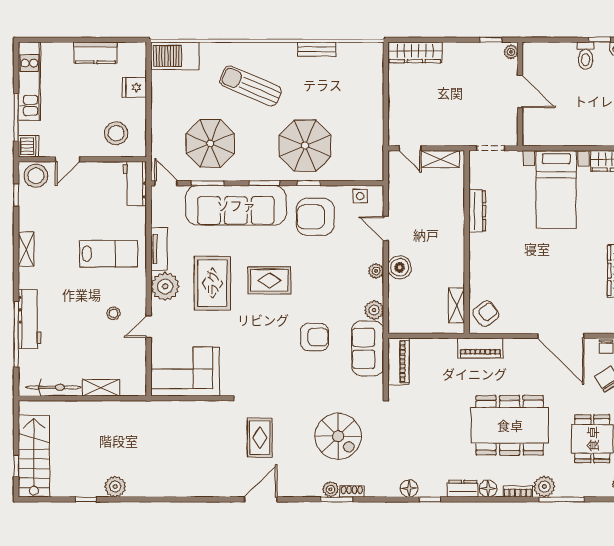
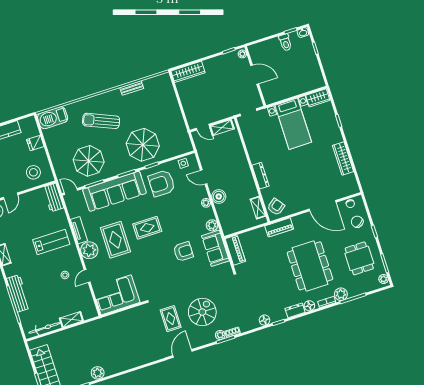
dresser: (477, 211) -> (261, 176), moved
dining table: (510, 425) -> (310, 266), turned 90
spiral stairs: (338, 436) -> (202, 312), moved, turned -90

